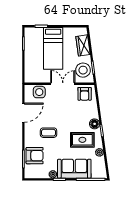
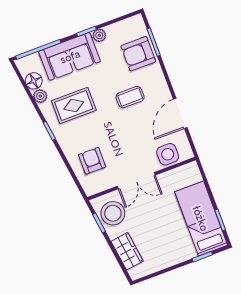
bed: (53, 48) -> (201, 218), moved
armchair: (85, 94) -> (92, 161), moved
floor lamp: (95, 124) -> (34, 81), moved

